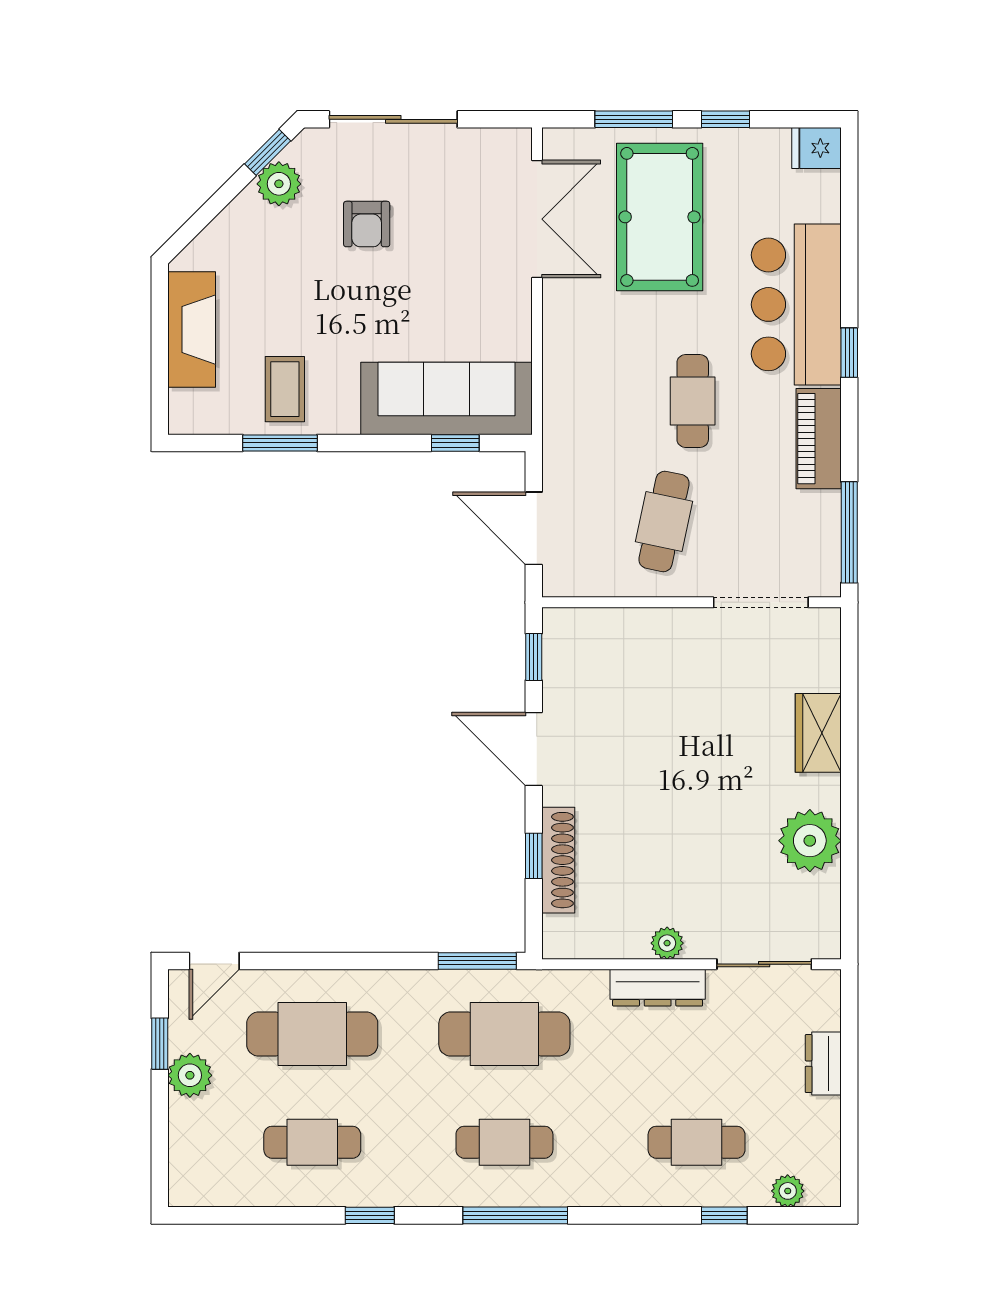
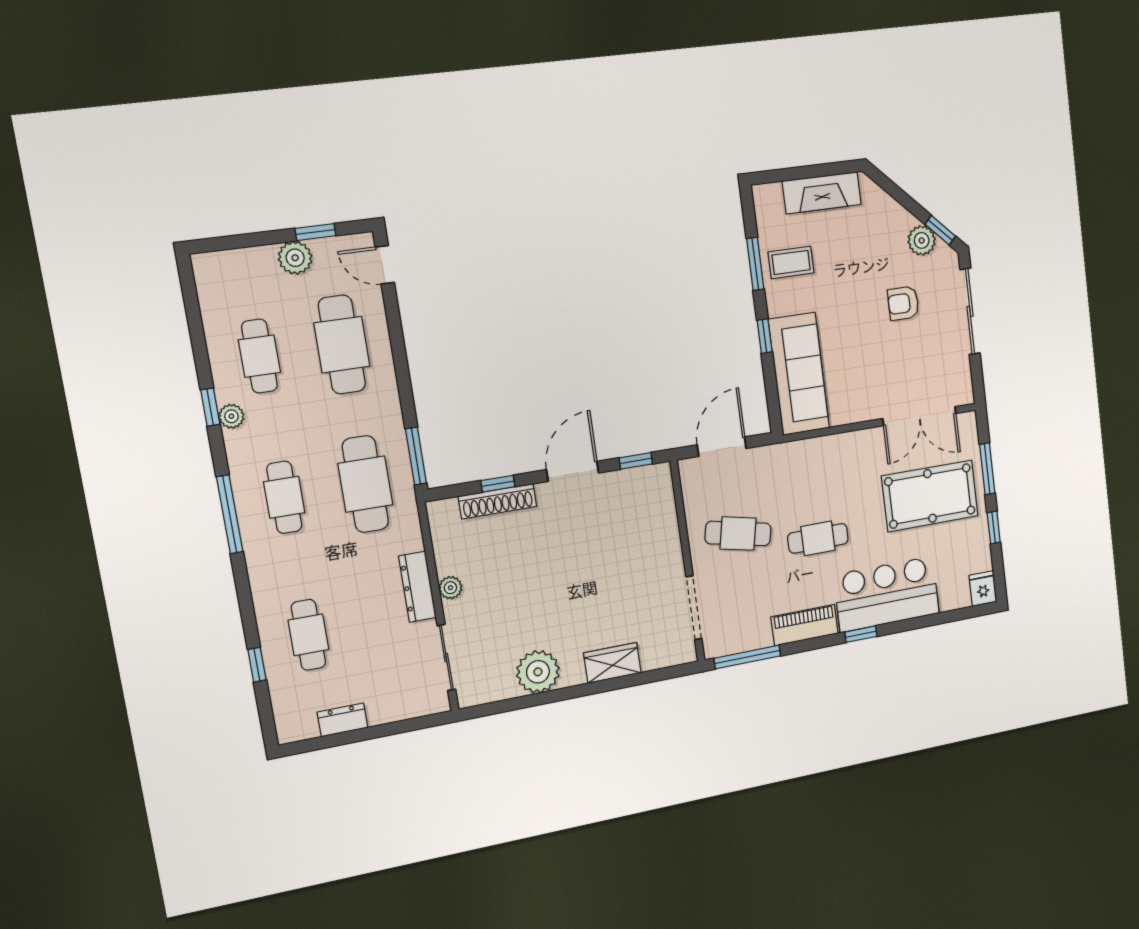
window: (455, 443) -> (765, 336), moved
dresser: (823, 1064) -> (343, 720), moved
plant: (788, 1191) -> (231, 416), moved

